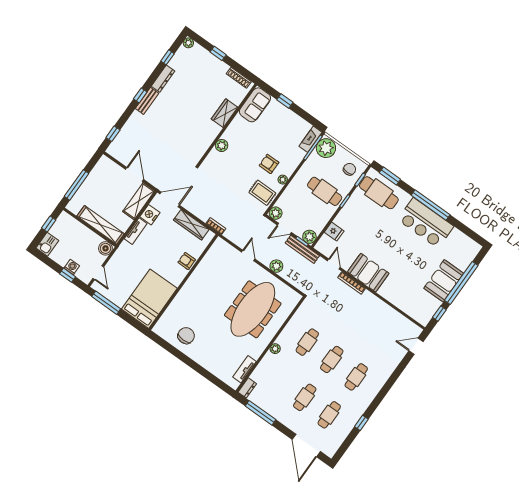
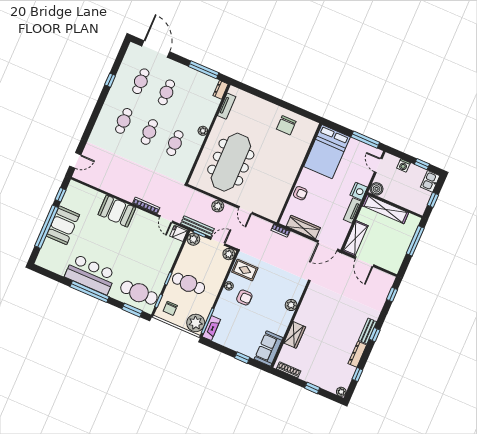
nightstand: (150, 215) -> (359, 191), moved
fridge: (334, 232) -> (179, 233), moved
booth: (368, 273) -> (117, 211), moved
window: (68, 275) -> (422, 164), moved

